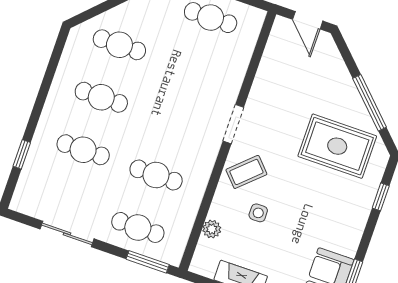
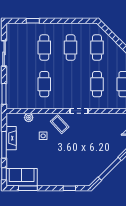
rug: (337, 146) -> (85, 161), removed
cafe table: (138, 227) -> (97, 84), moved

